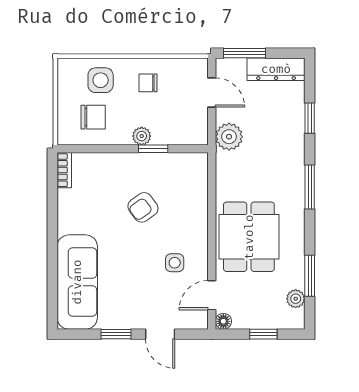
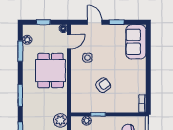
plant: (142, 136) -> (87, 121), moved
sofa: (77, 282) -> (136, 42), width x0.73

